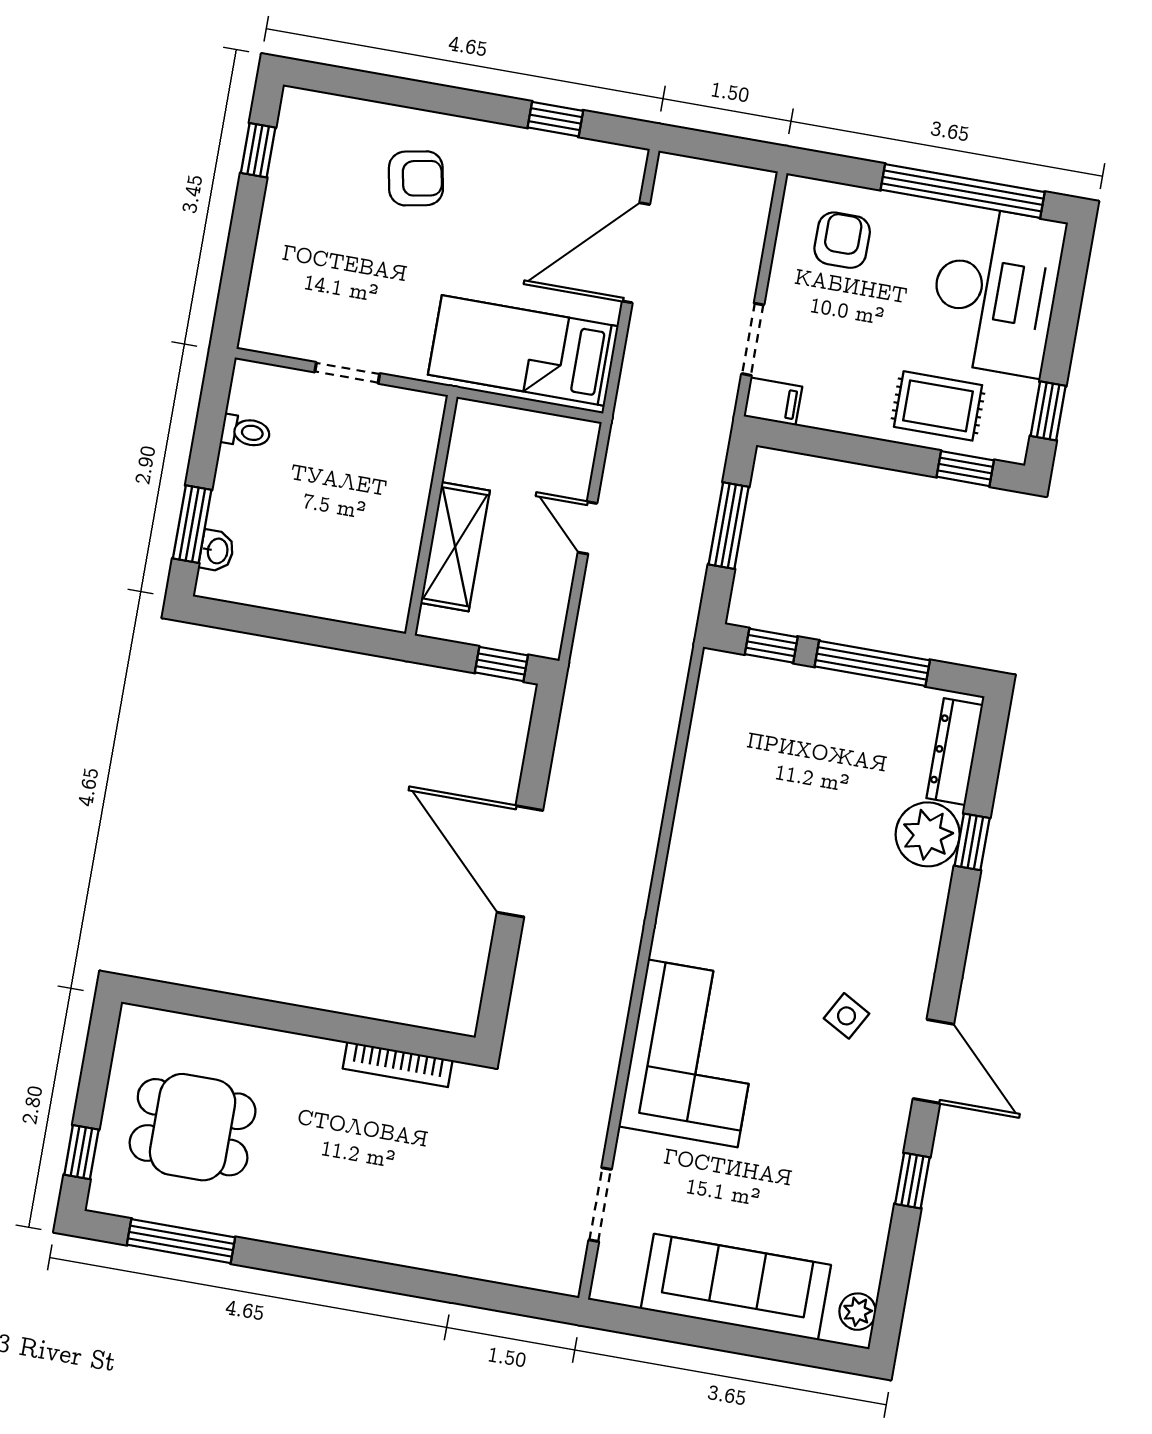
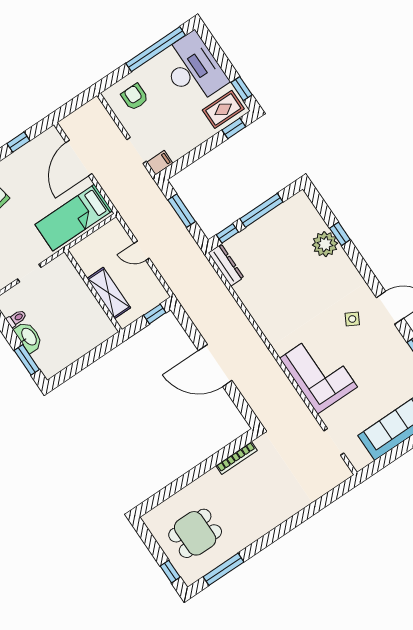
rug: (938, 406) -> (223, 109), moved
washbasin: (217, 551) -> (29, 337), moved, width x1.91, depth x1.45
dresser: (955, 752) -> (226, 265), moved, turned 180

